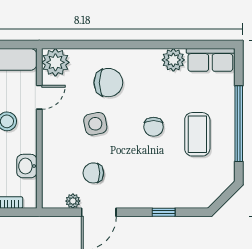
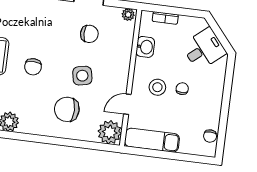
chair: (154, 127) -> (33, 67), turned 180
plant: (73, 201) -> (128, 15), moved

